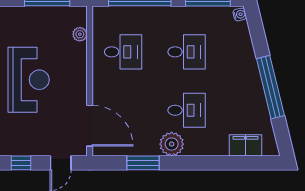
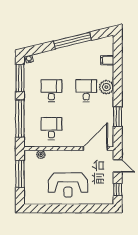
reception desk: (29, 80) -> (68, 185), turned 180
plant: (172, 144) -> (106, 87), moved
filing cabinet: (245, 145) -> (107, 60), width x0.50

